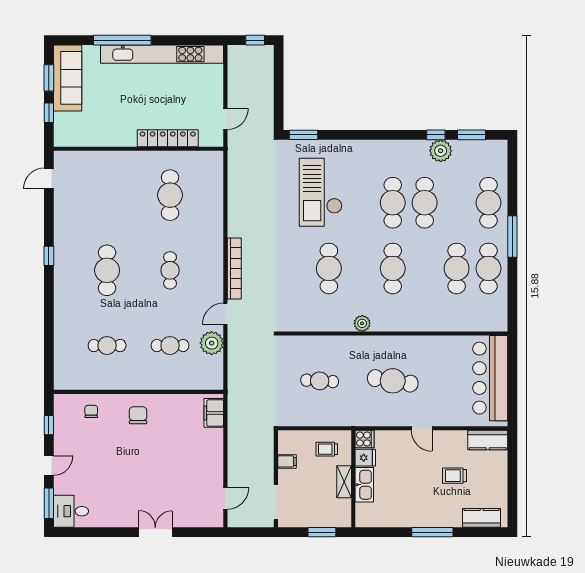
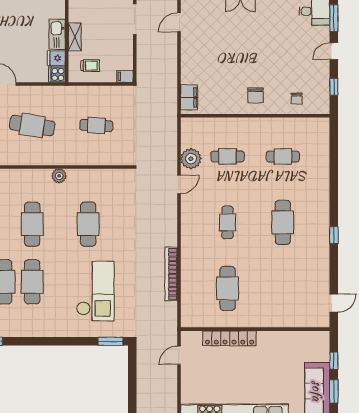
bookcase: (234, 268) -> (171, 274), moved
filing cabinet: (287, 461) -> (125, 76), moved

